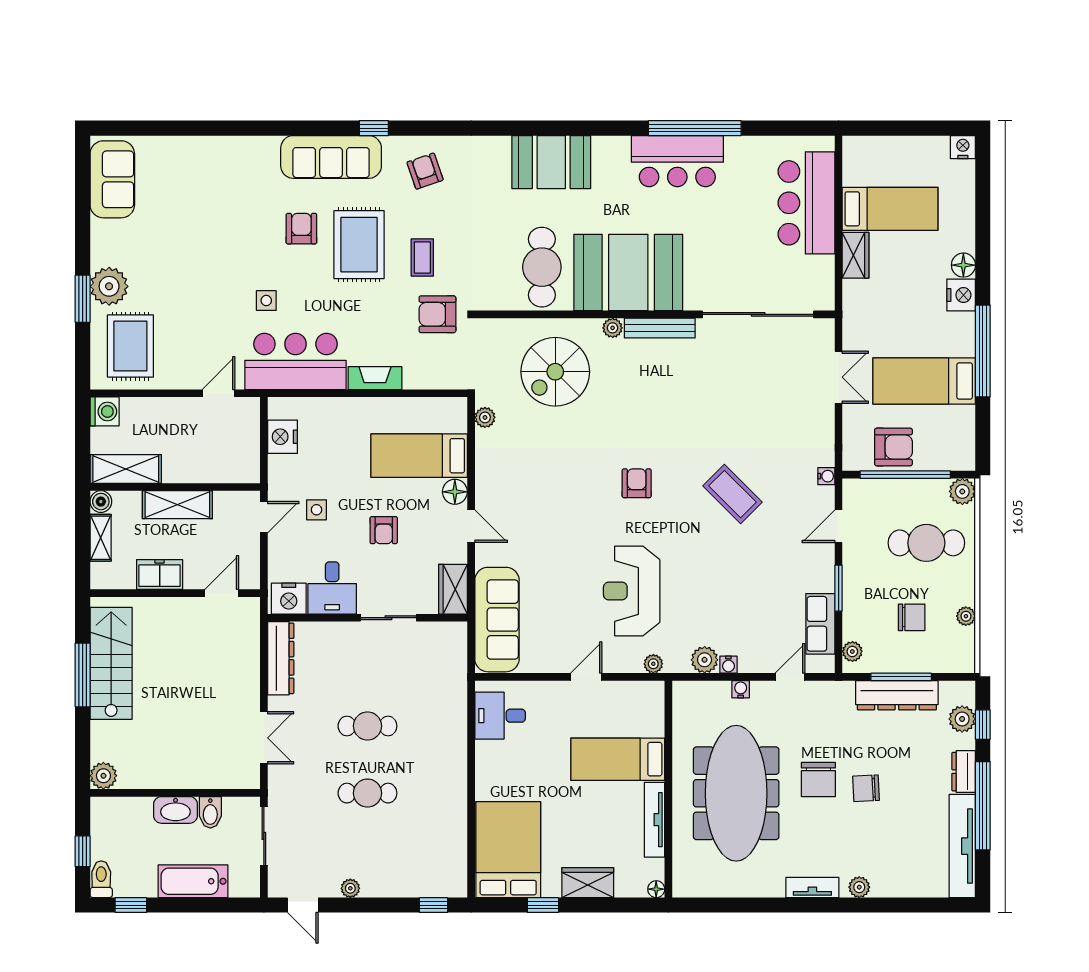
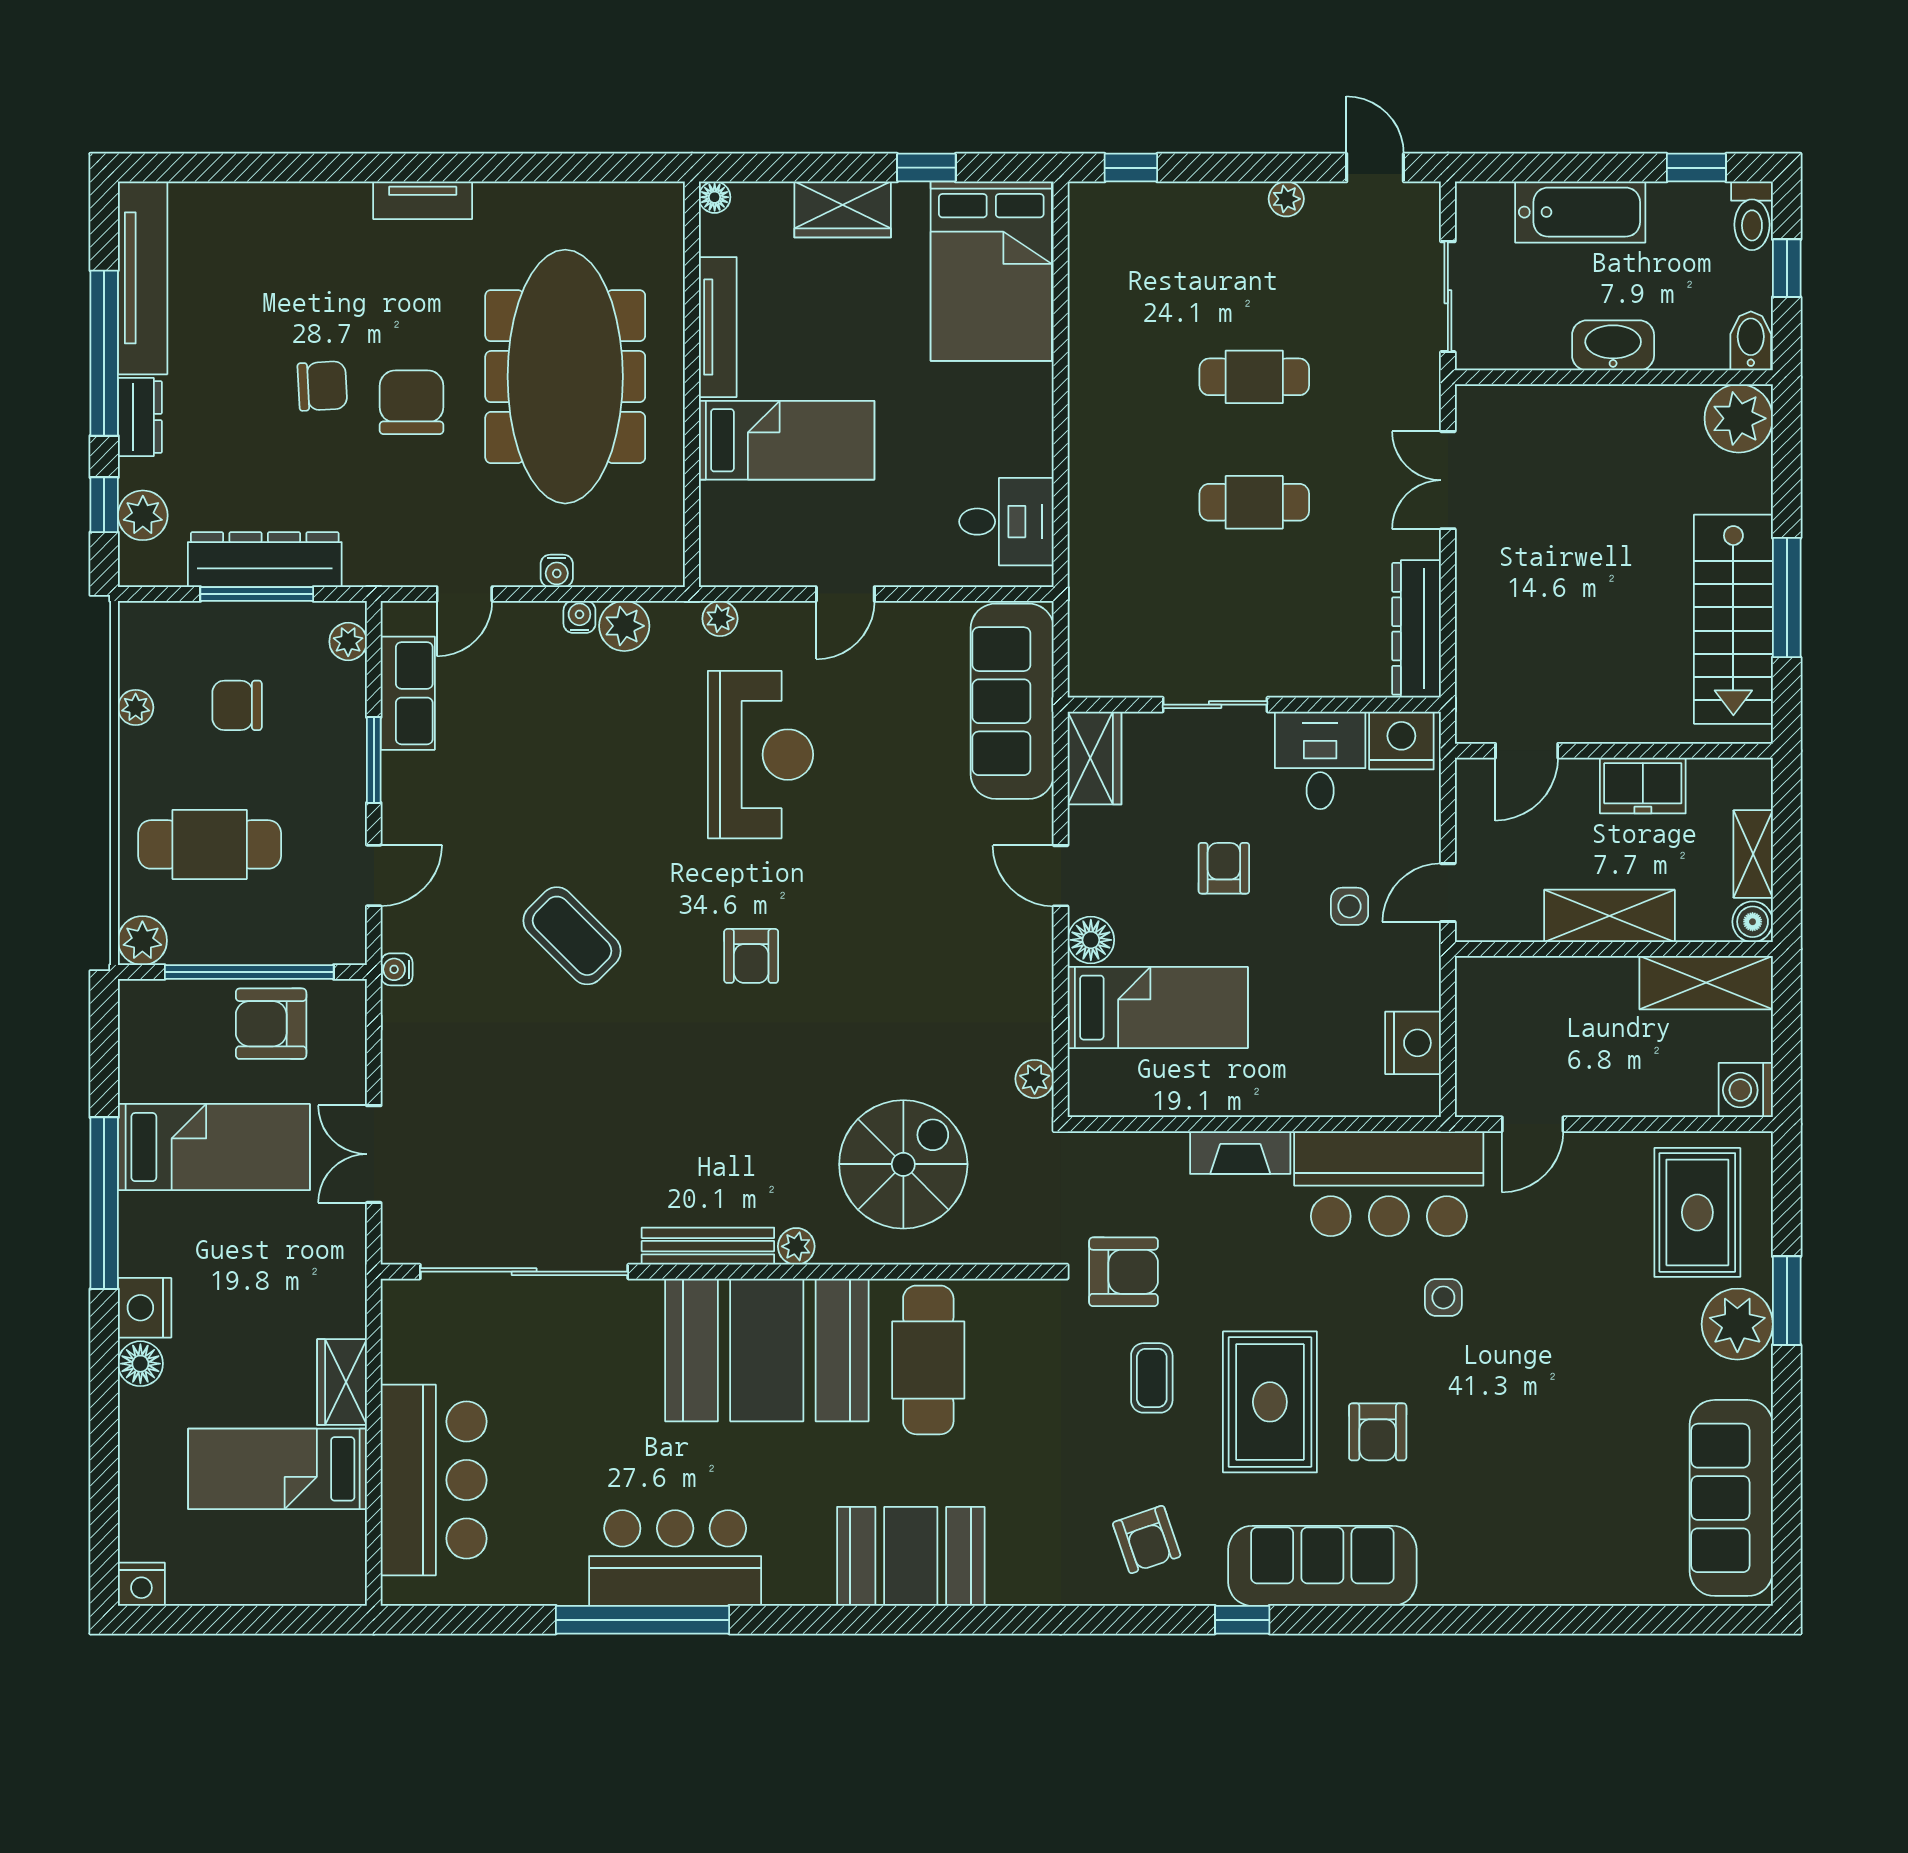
sofa: (112, 179) -> (1731, 1498), width x1.36
plant: (103, 776) -> (1739, 418), width x1.36, depth x1.36
bidet: (210, 812) -> (1751, 341), moved
plant: (859, 887) -> (335, 201), removed

